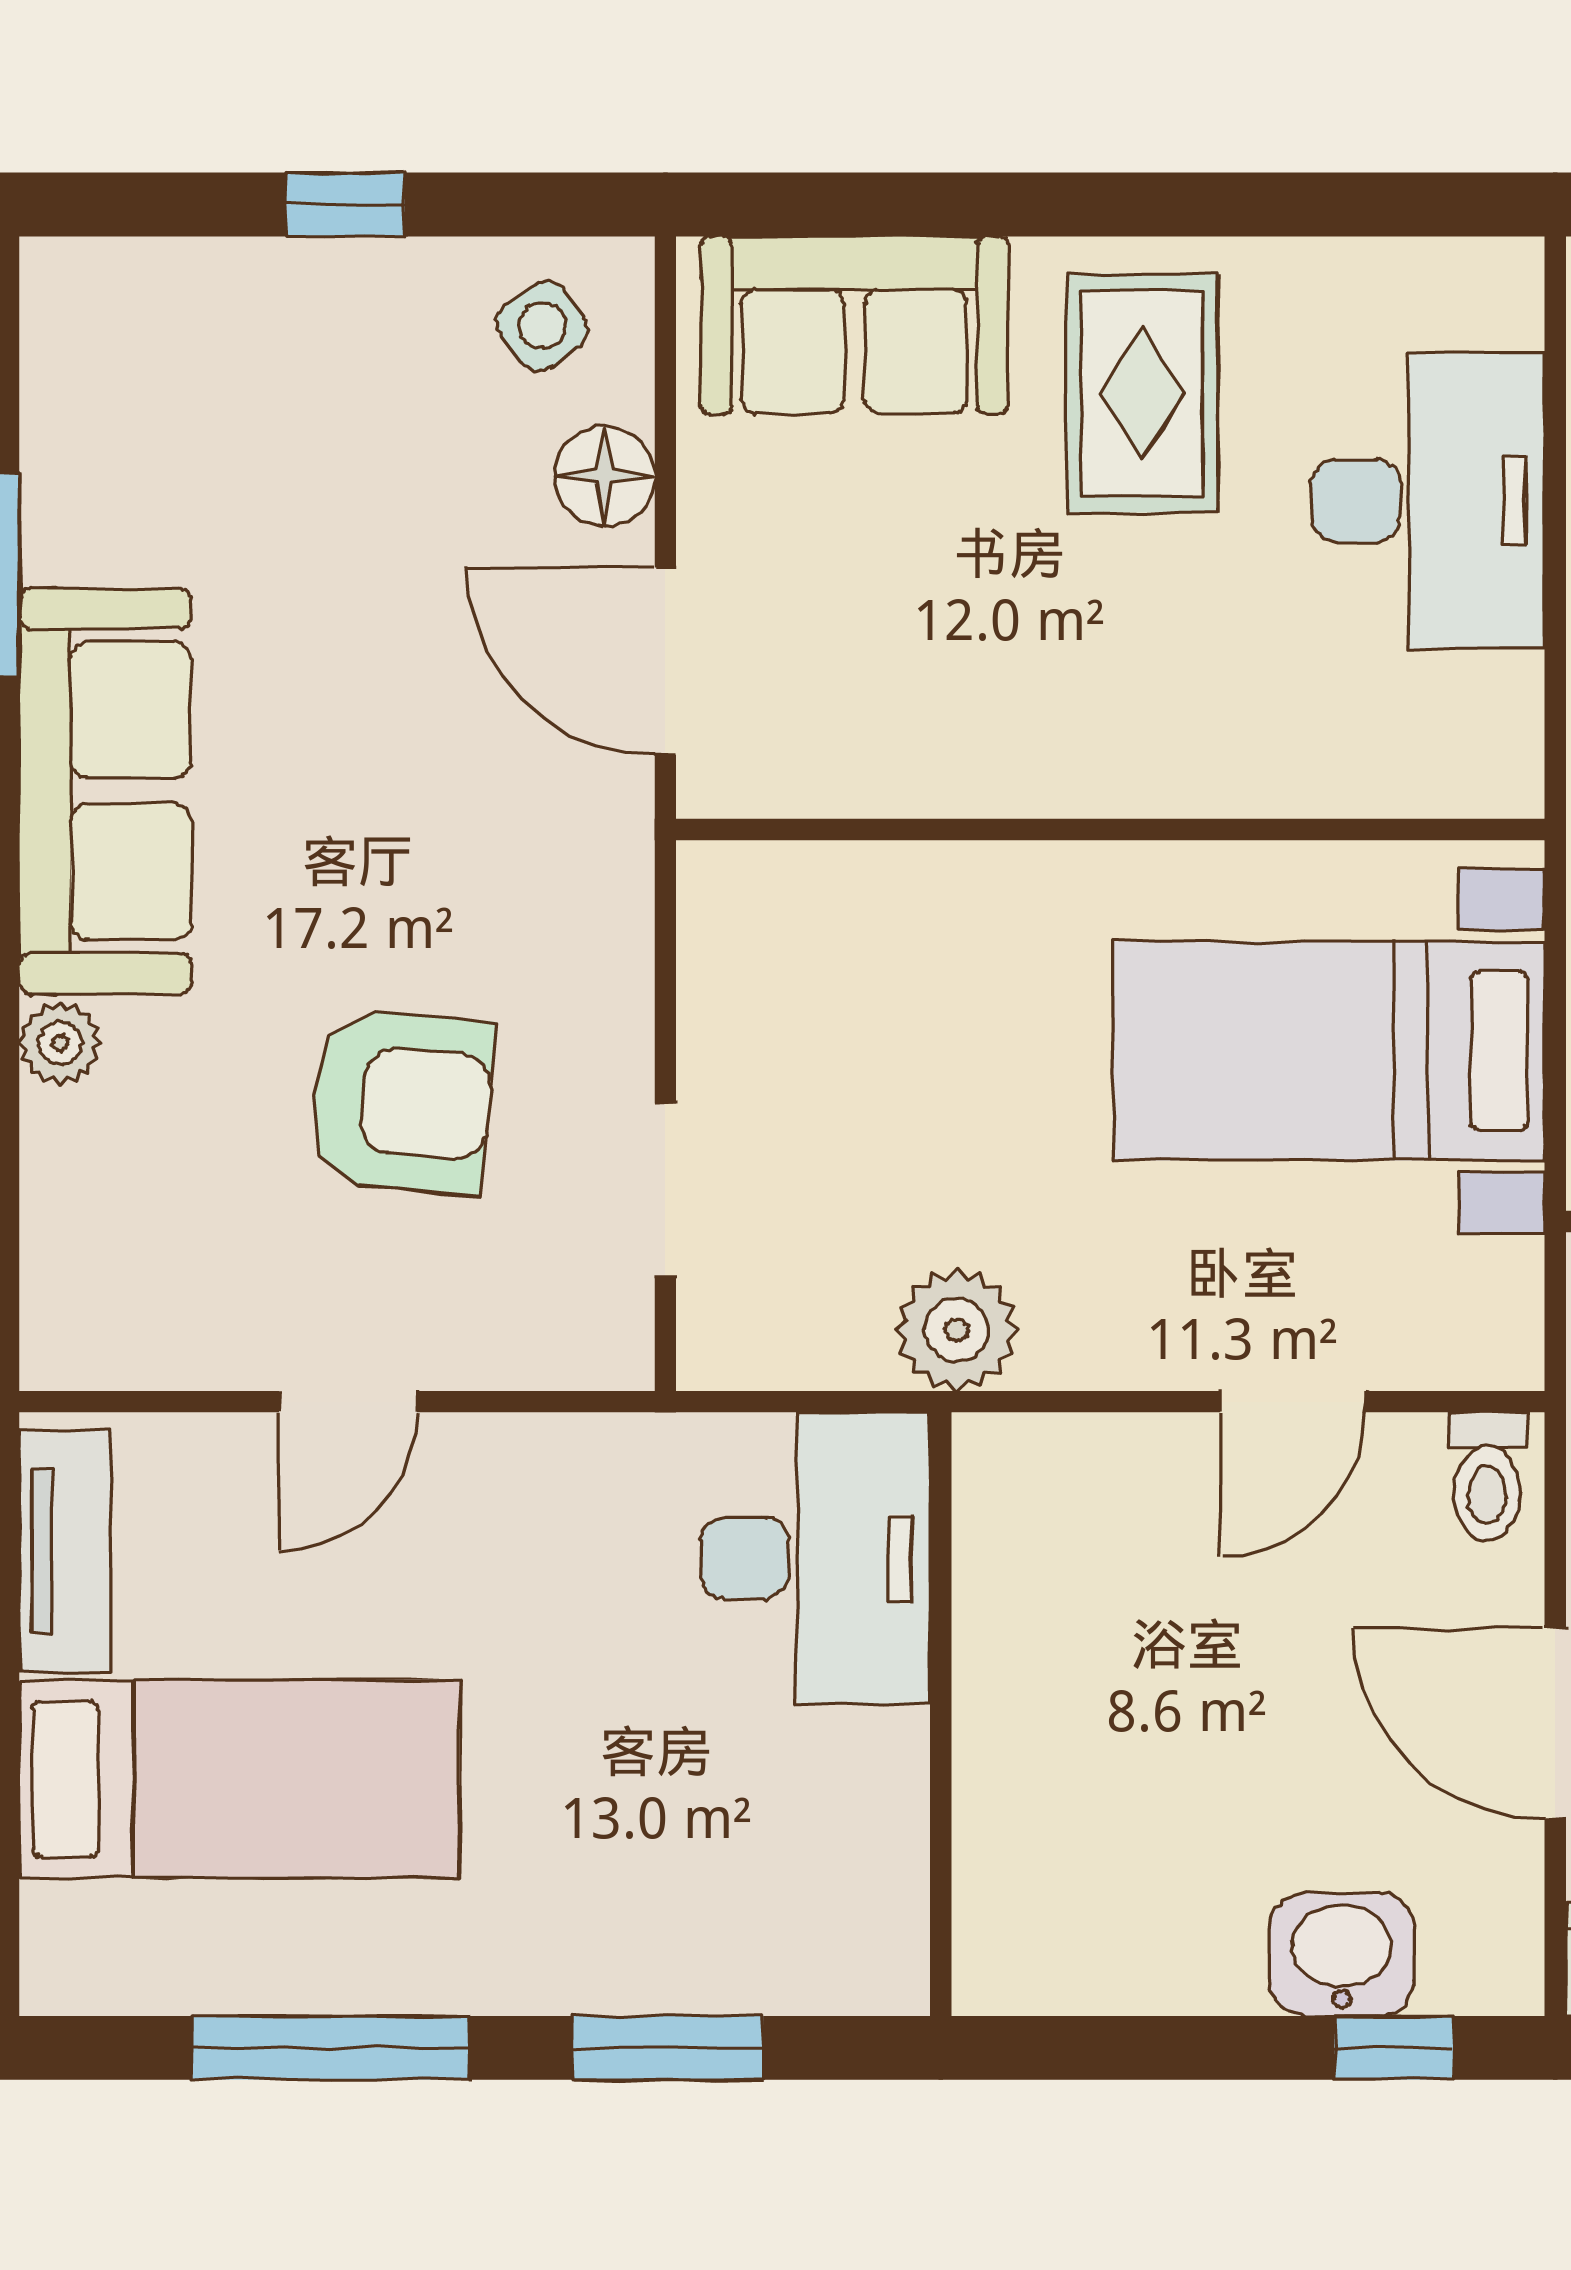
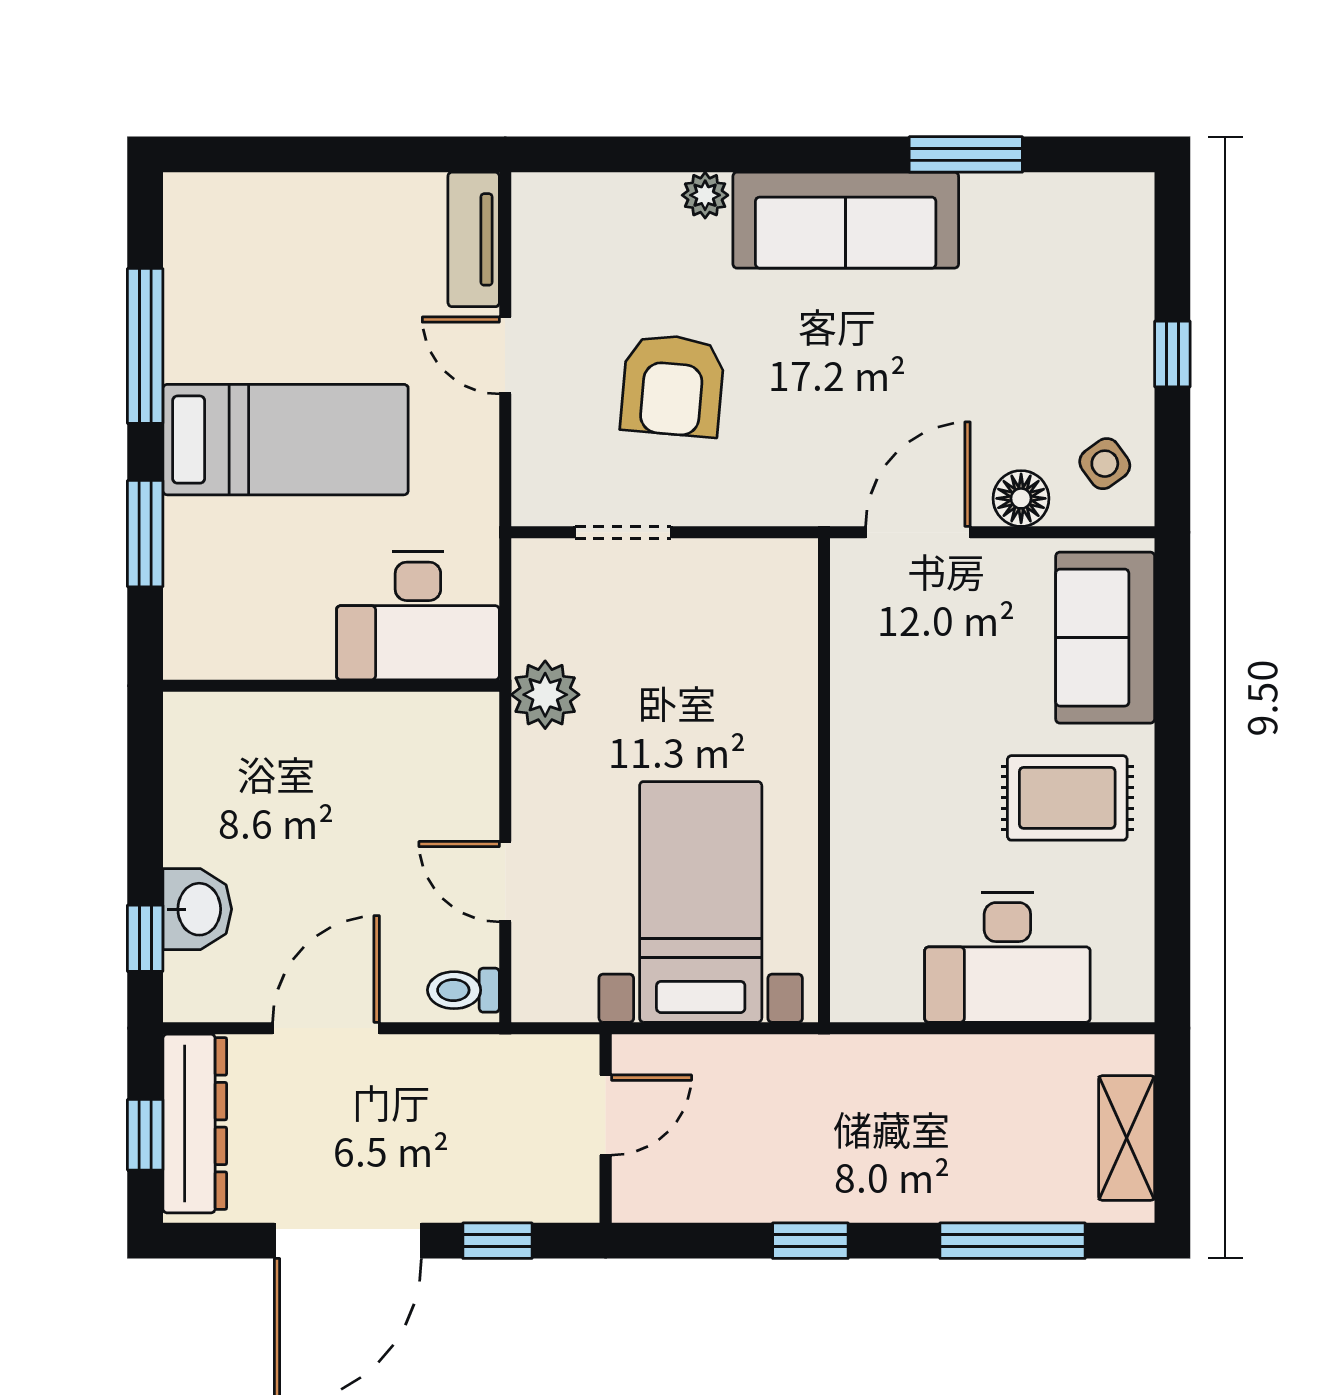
tv unit: (65, 1551) -> (474, 239), moved, turned 90
bed: (239, 1779) -> (286, 440), moved, turned -90

